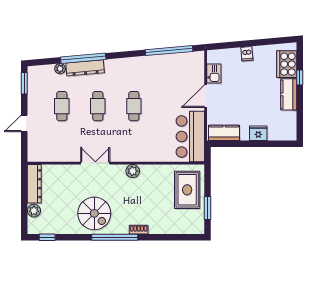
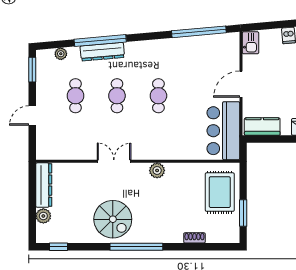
plant: (60, 69) -> (61, 54), moved
kitchen sink: (214, 74) -> (251, 43), moved
shoe rack: (139, 230) -> (194, 238), moved

